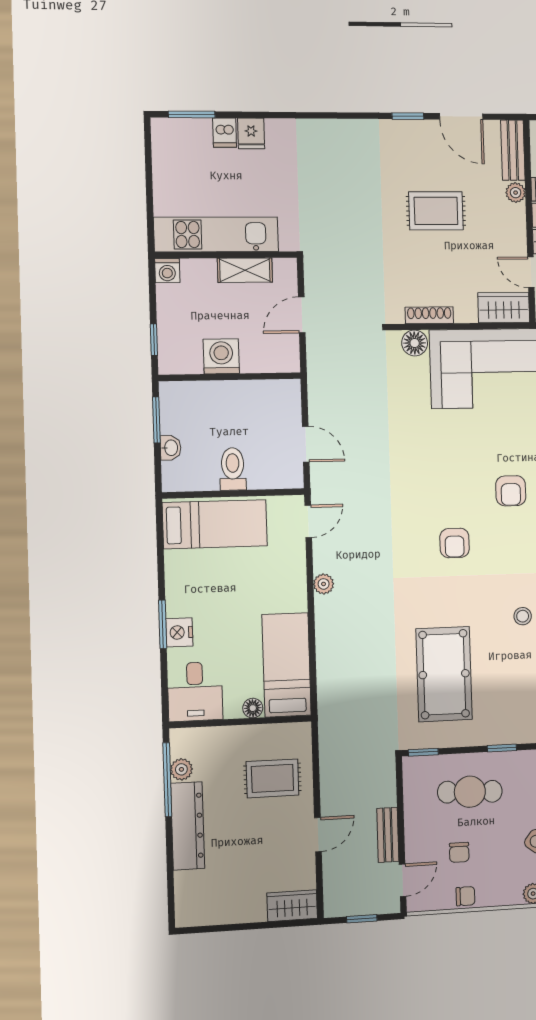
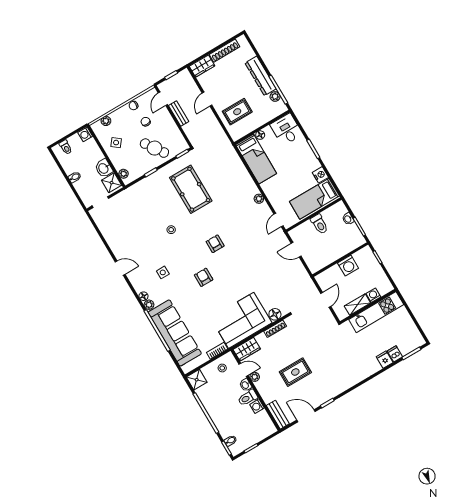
plant: (516, 193) -> (255, 377), moved
washing machine: (167, 271) -> (373, 295), moved
nightstand: (179, 632) -> (320, 175), moved
cafe table: (470, 792) -> (154, 148), turned 54
shoe rack: (231, 914) -> (225, 51), added

